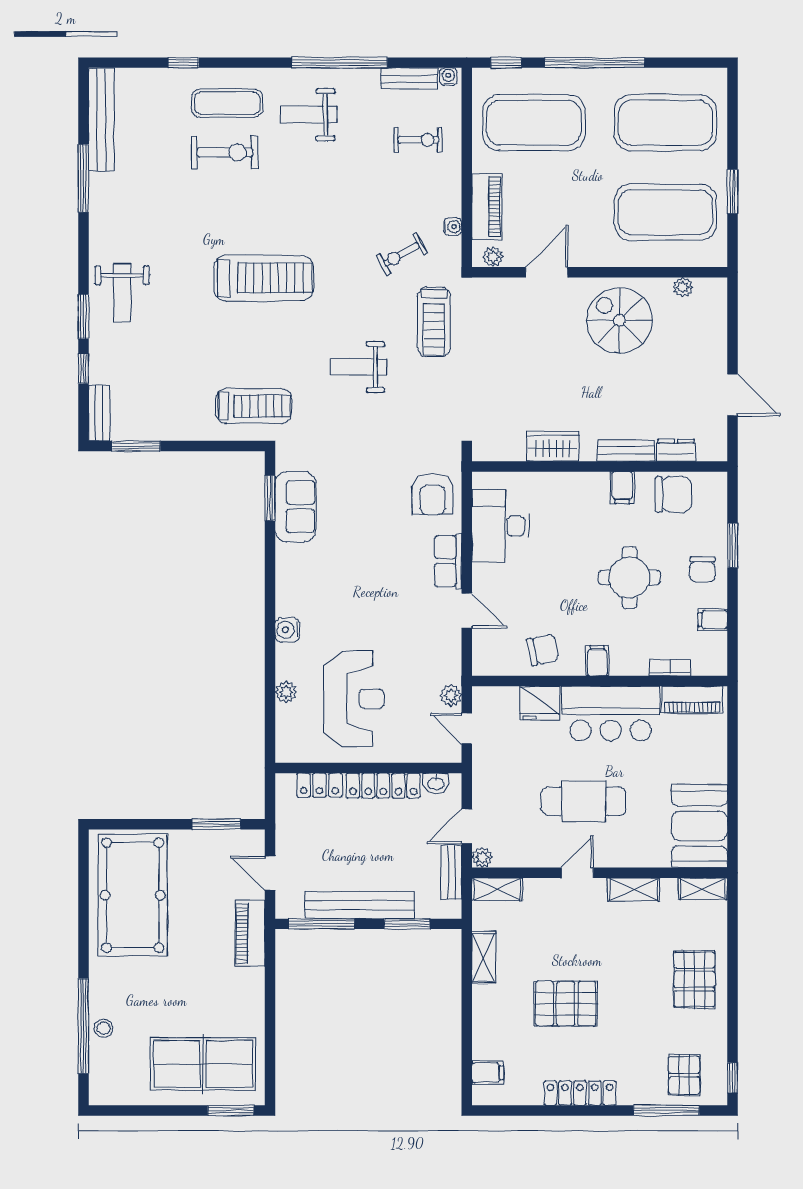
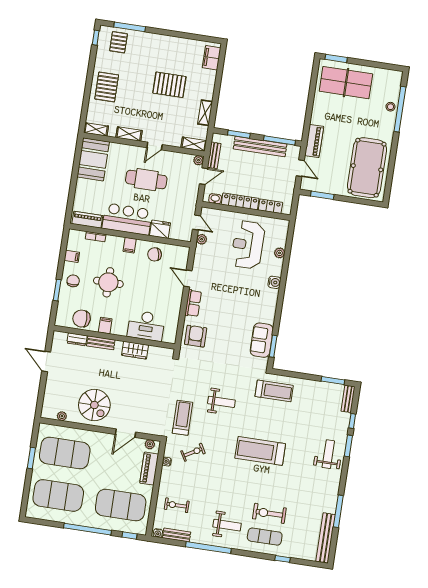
treadmill: (254, 406) -> (274, 391), turned 180
desk: (500, 526) -> (146, 326), moved, turned 90
filing cabinet: (488, 1073) -> (212, 58), width x2.00
locker: (580, 1093) -> (169, 41), removed

